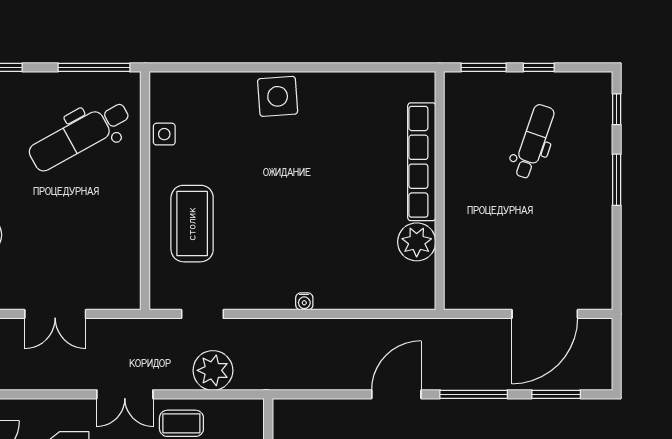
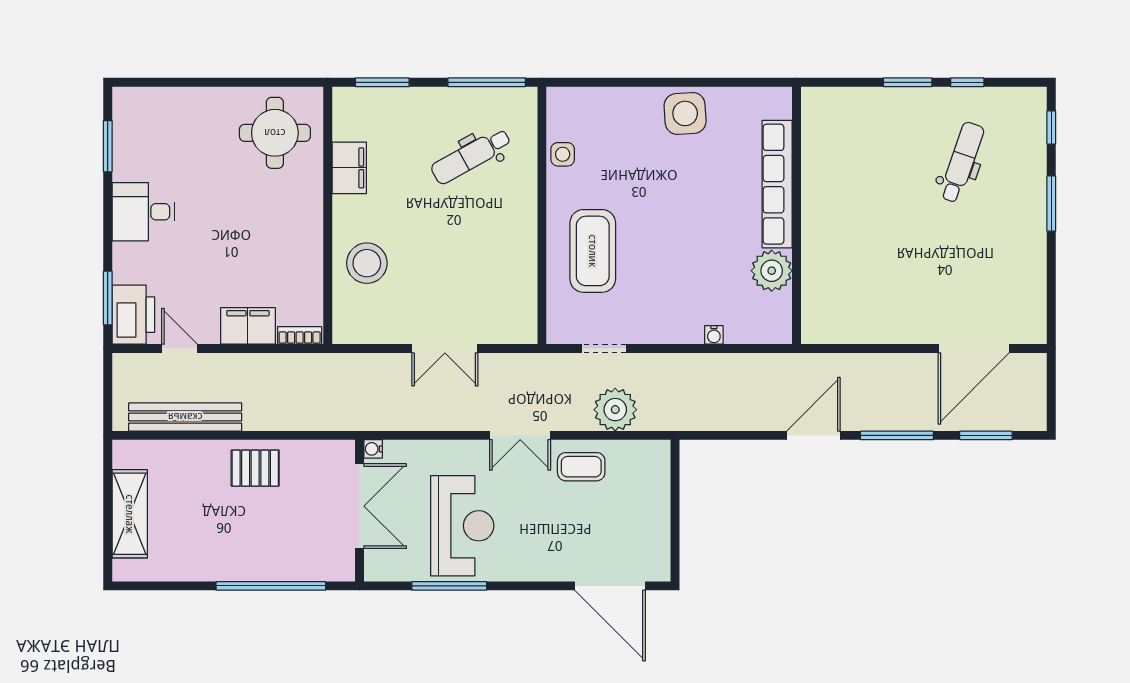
dental chair: (79, 136) -> (471, 156), width x0.73, depth x0.72
row of seats: (422, 162) -> (777, 184), moved
wall: (440, 191) -> (797, 215), moved
plant: (417, 242) -> (772, 271), moved

